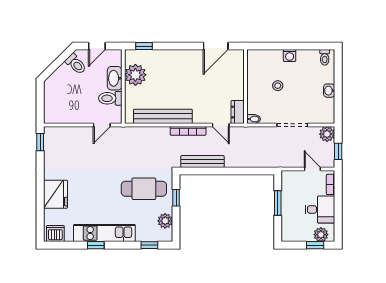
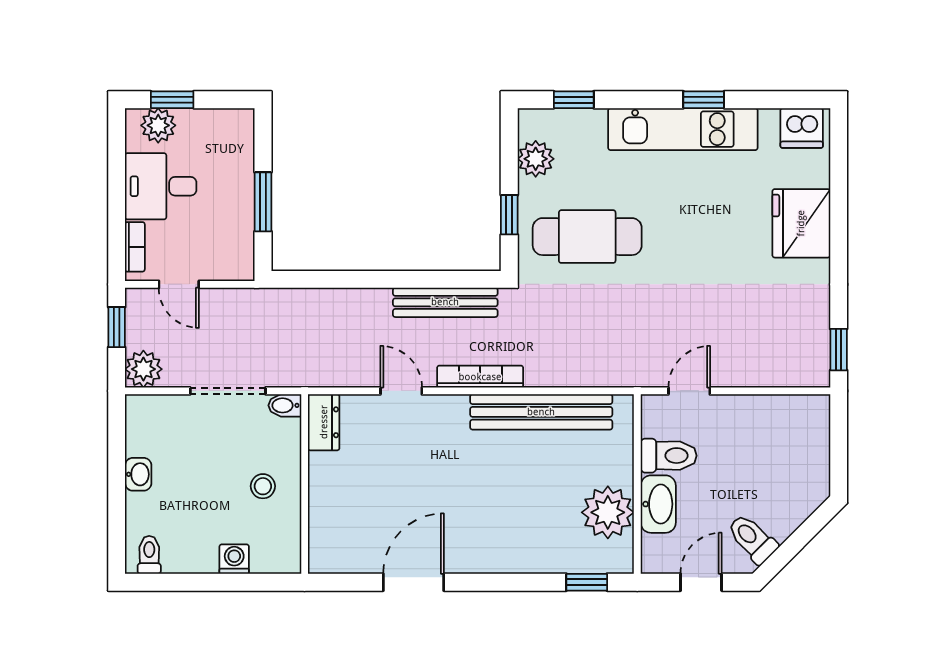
wall: (245, 87) -> (305, 484), moved
dresser: (238, 112) -> (324, 422), moved
bidet: (254, 119) -> (285, 405), moved

